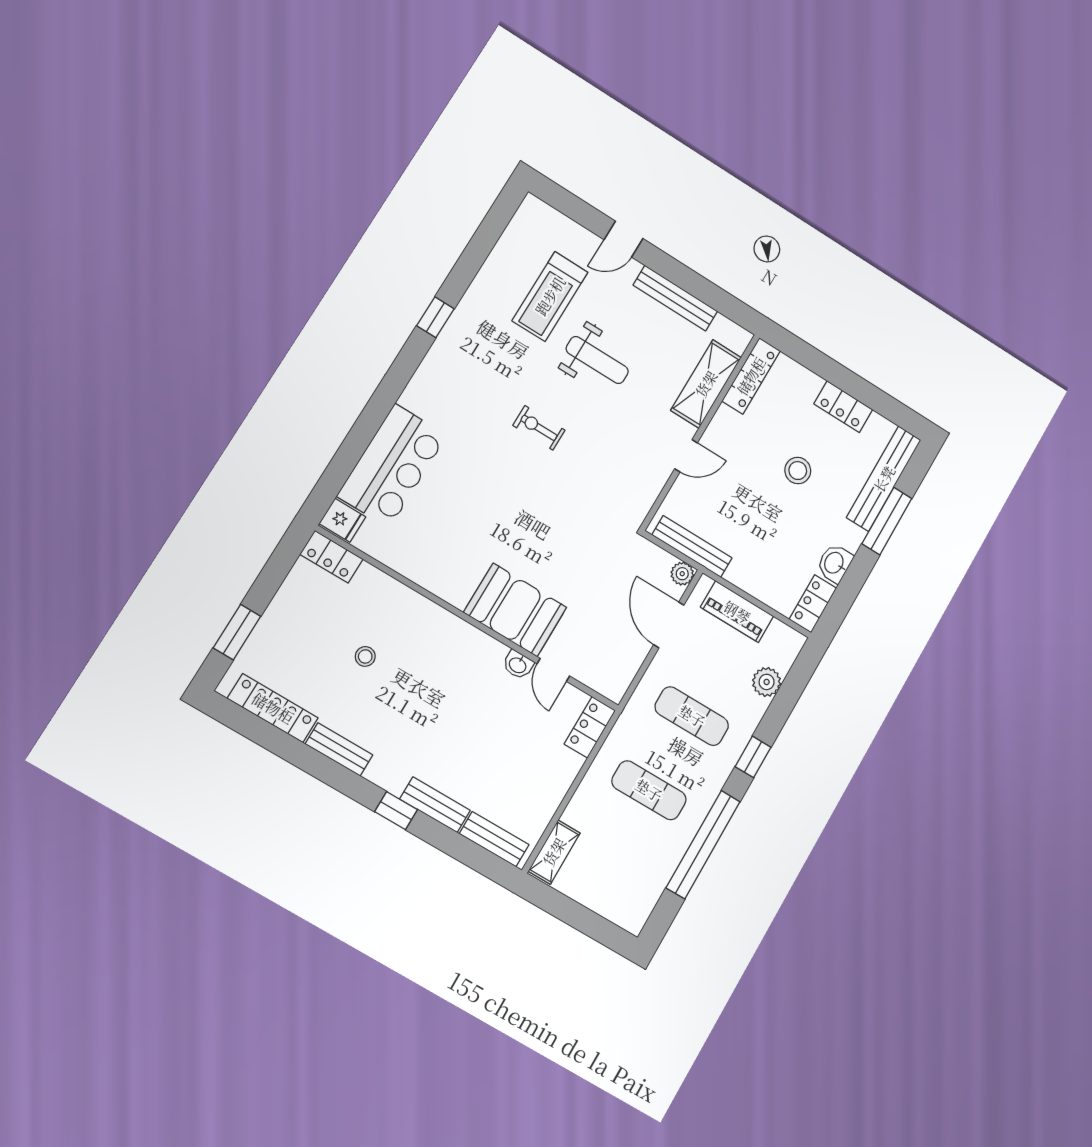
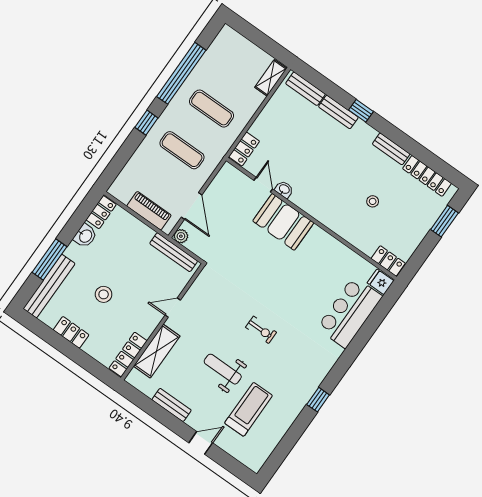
bench: (675, 298) -> (172, 405), width x0.73
plant: (767, 682) -> (134, 167), removed

